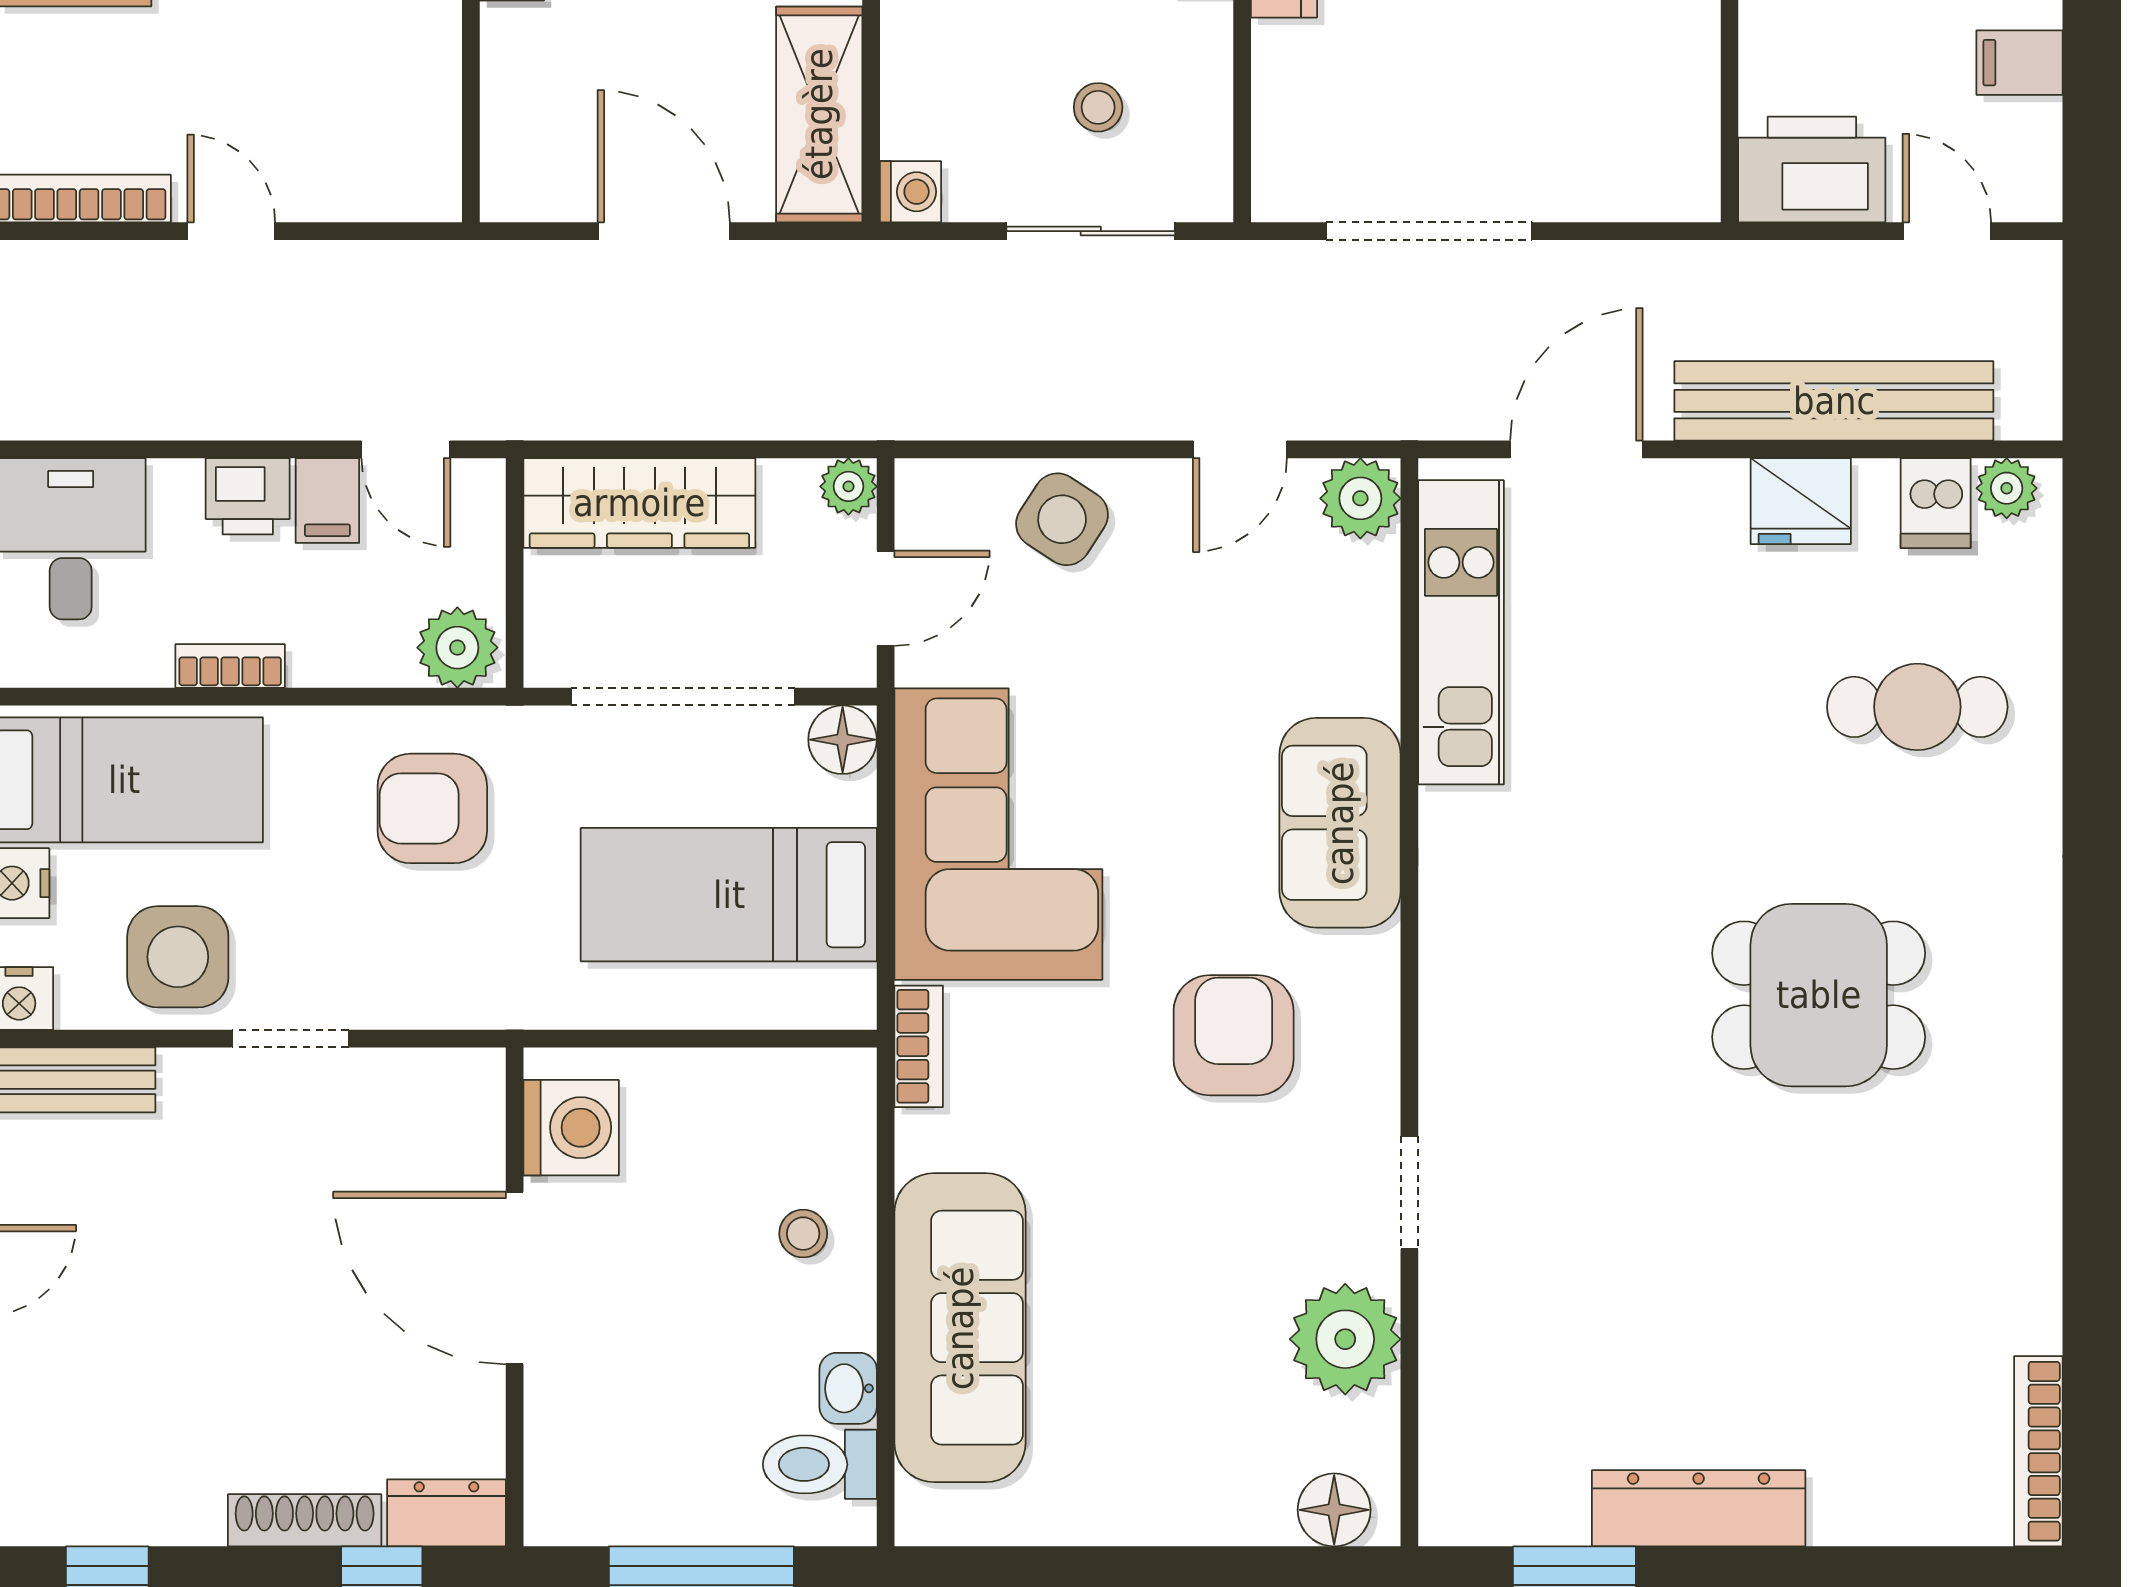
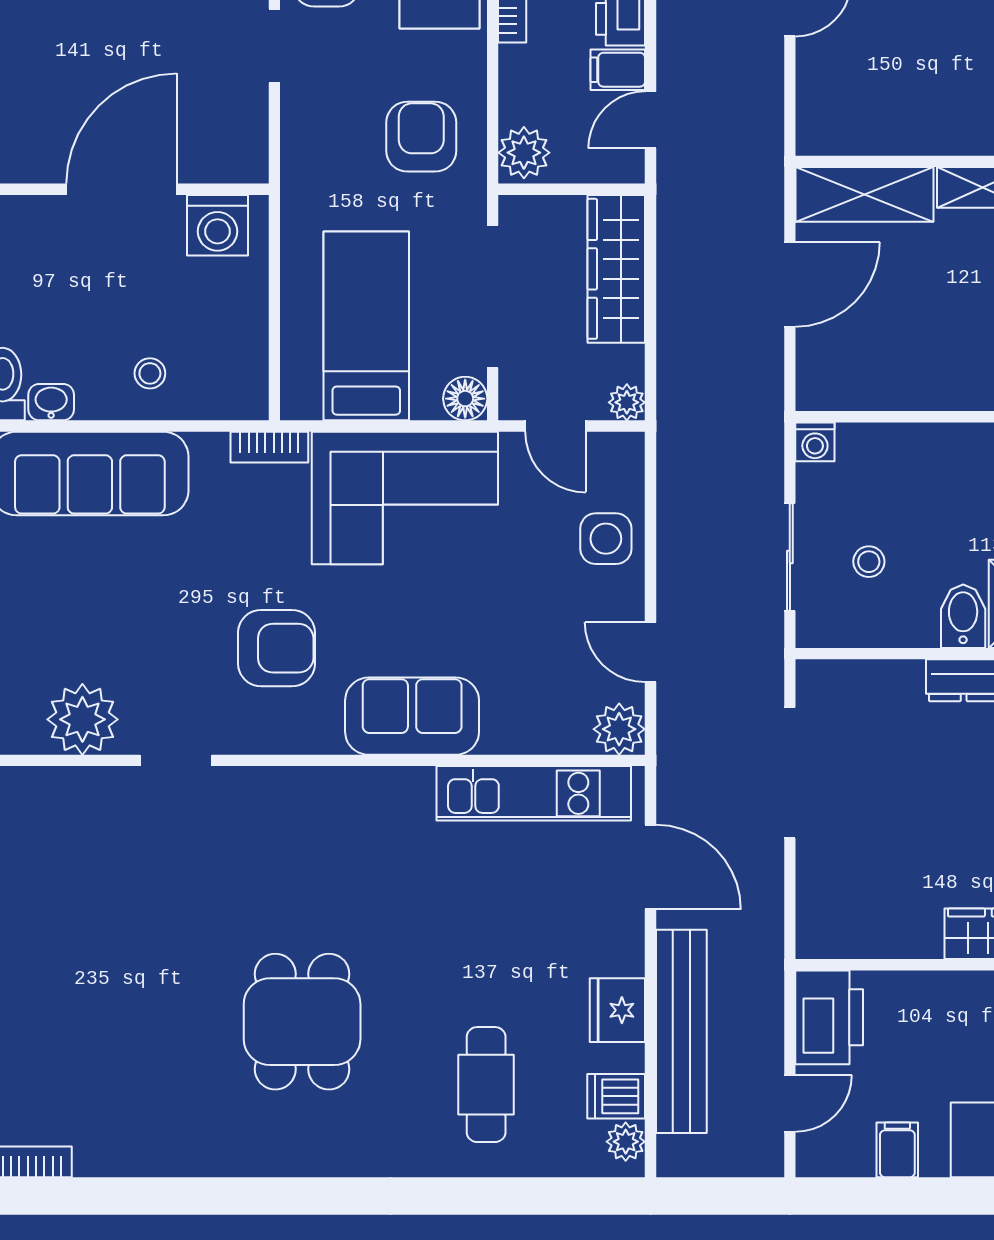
shelving: (819, 114) -> (864, 194), moved
side table: (1062, 519) -> (606, 539), turned -33

